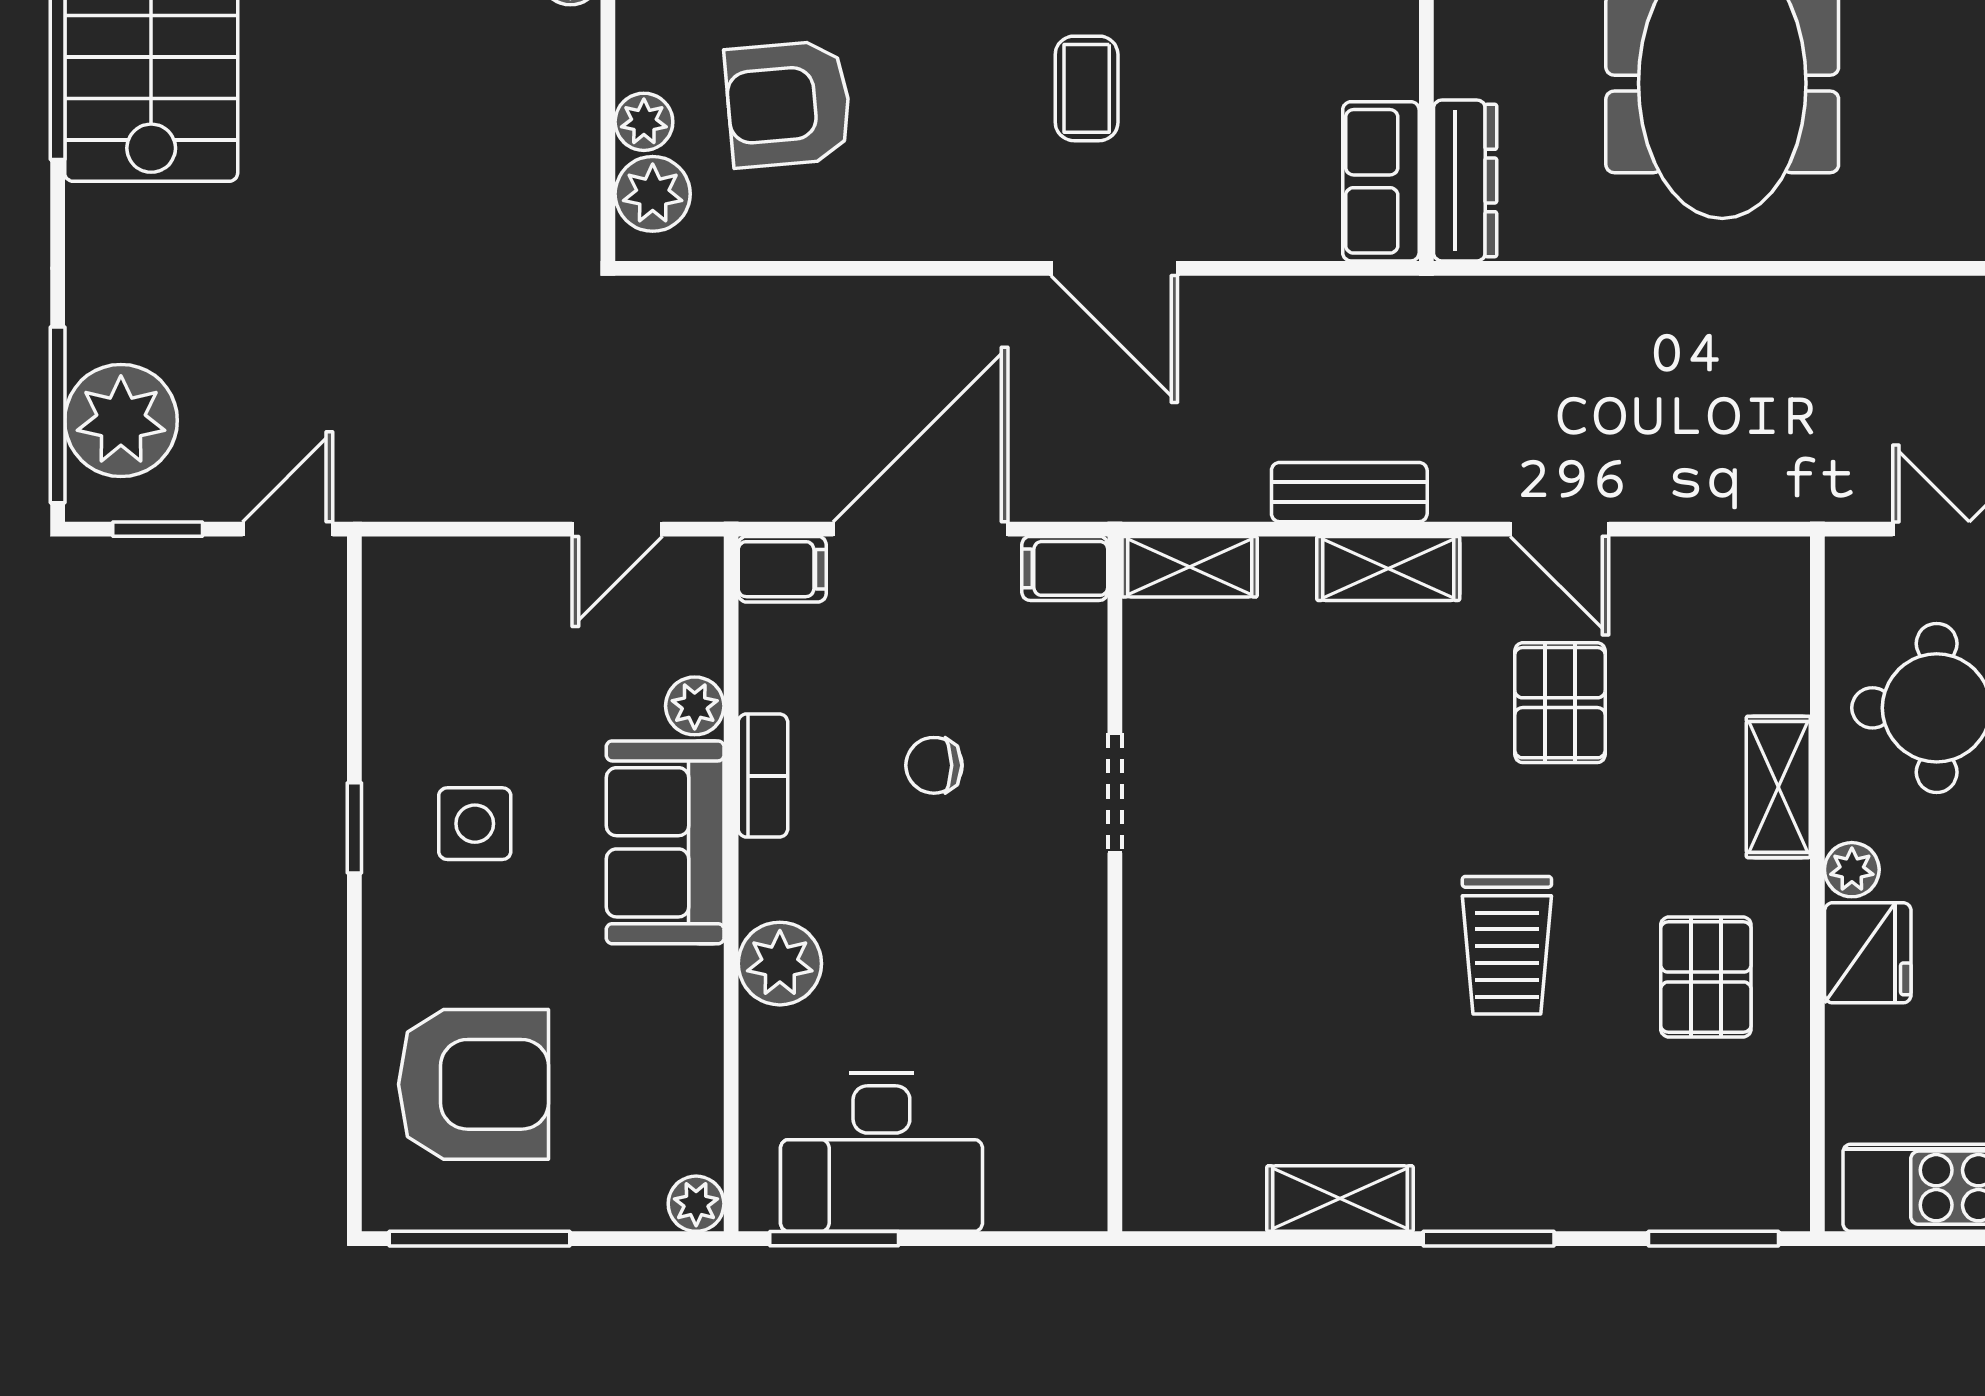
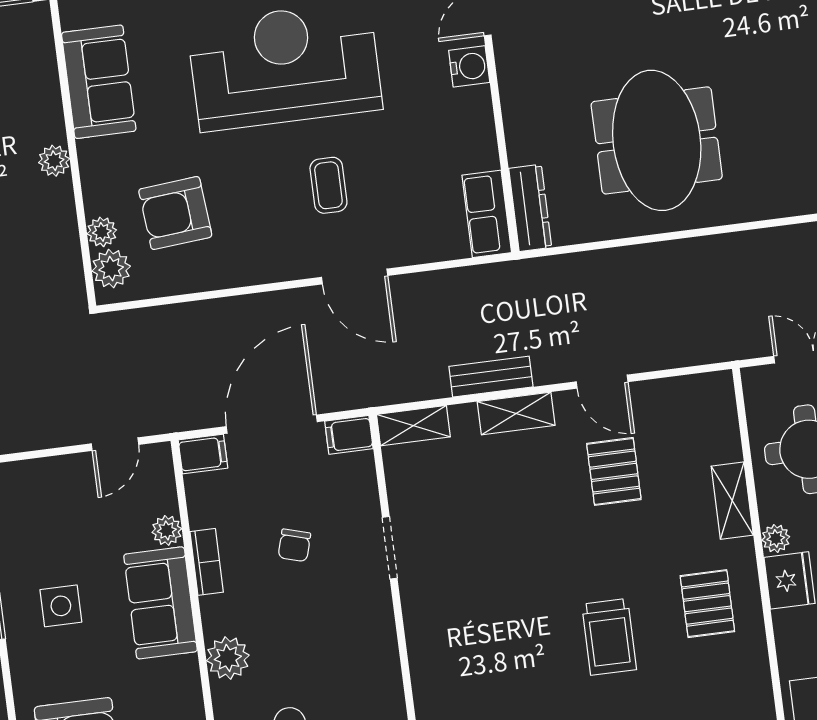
chair: (934, 765) -> (294, 545), turned -74
trolley: (1507, 945) -> (609, 637), moved

